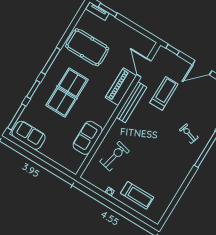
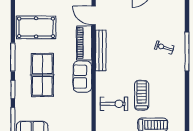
treadmill: (164, 93) -> (142, 95), moved
sofa: (88, 138) -> (82, 77), moved
exercise bike: (115, 156) -> (114, 104), turned 77

